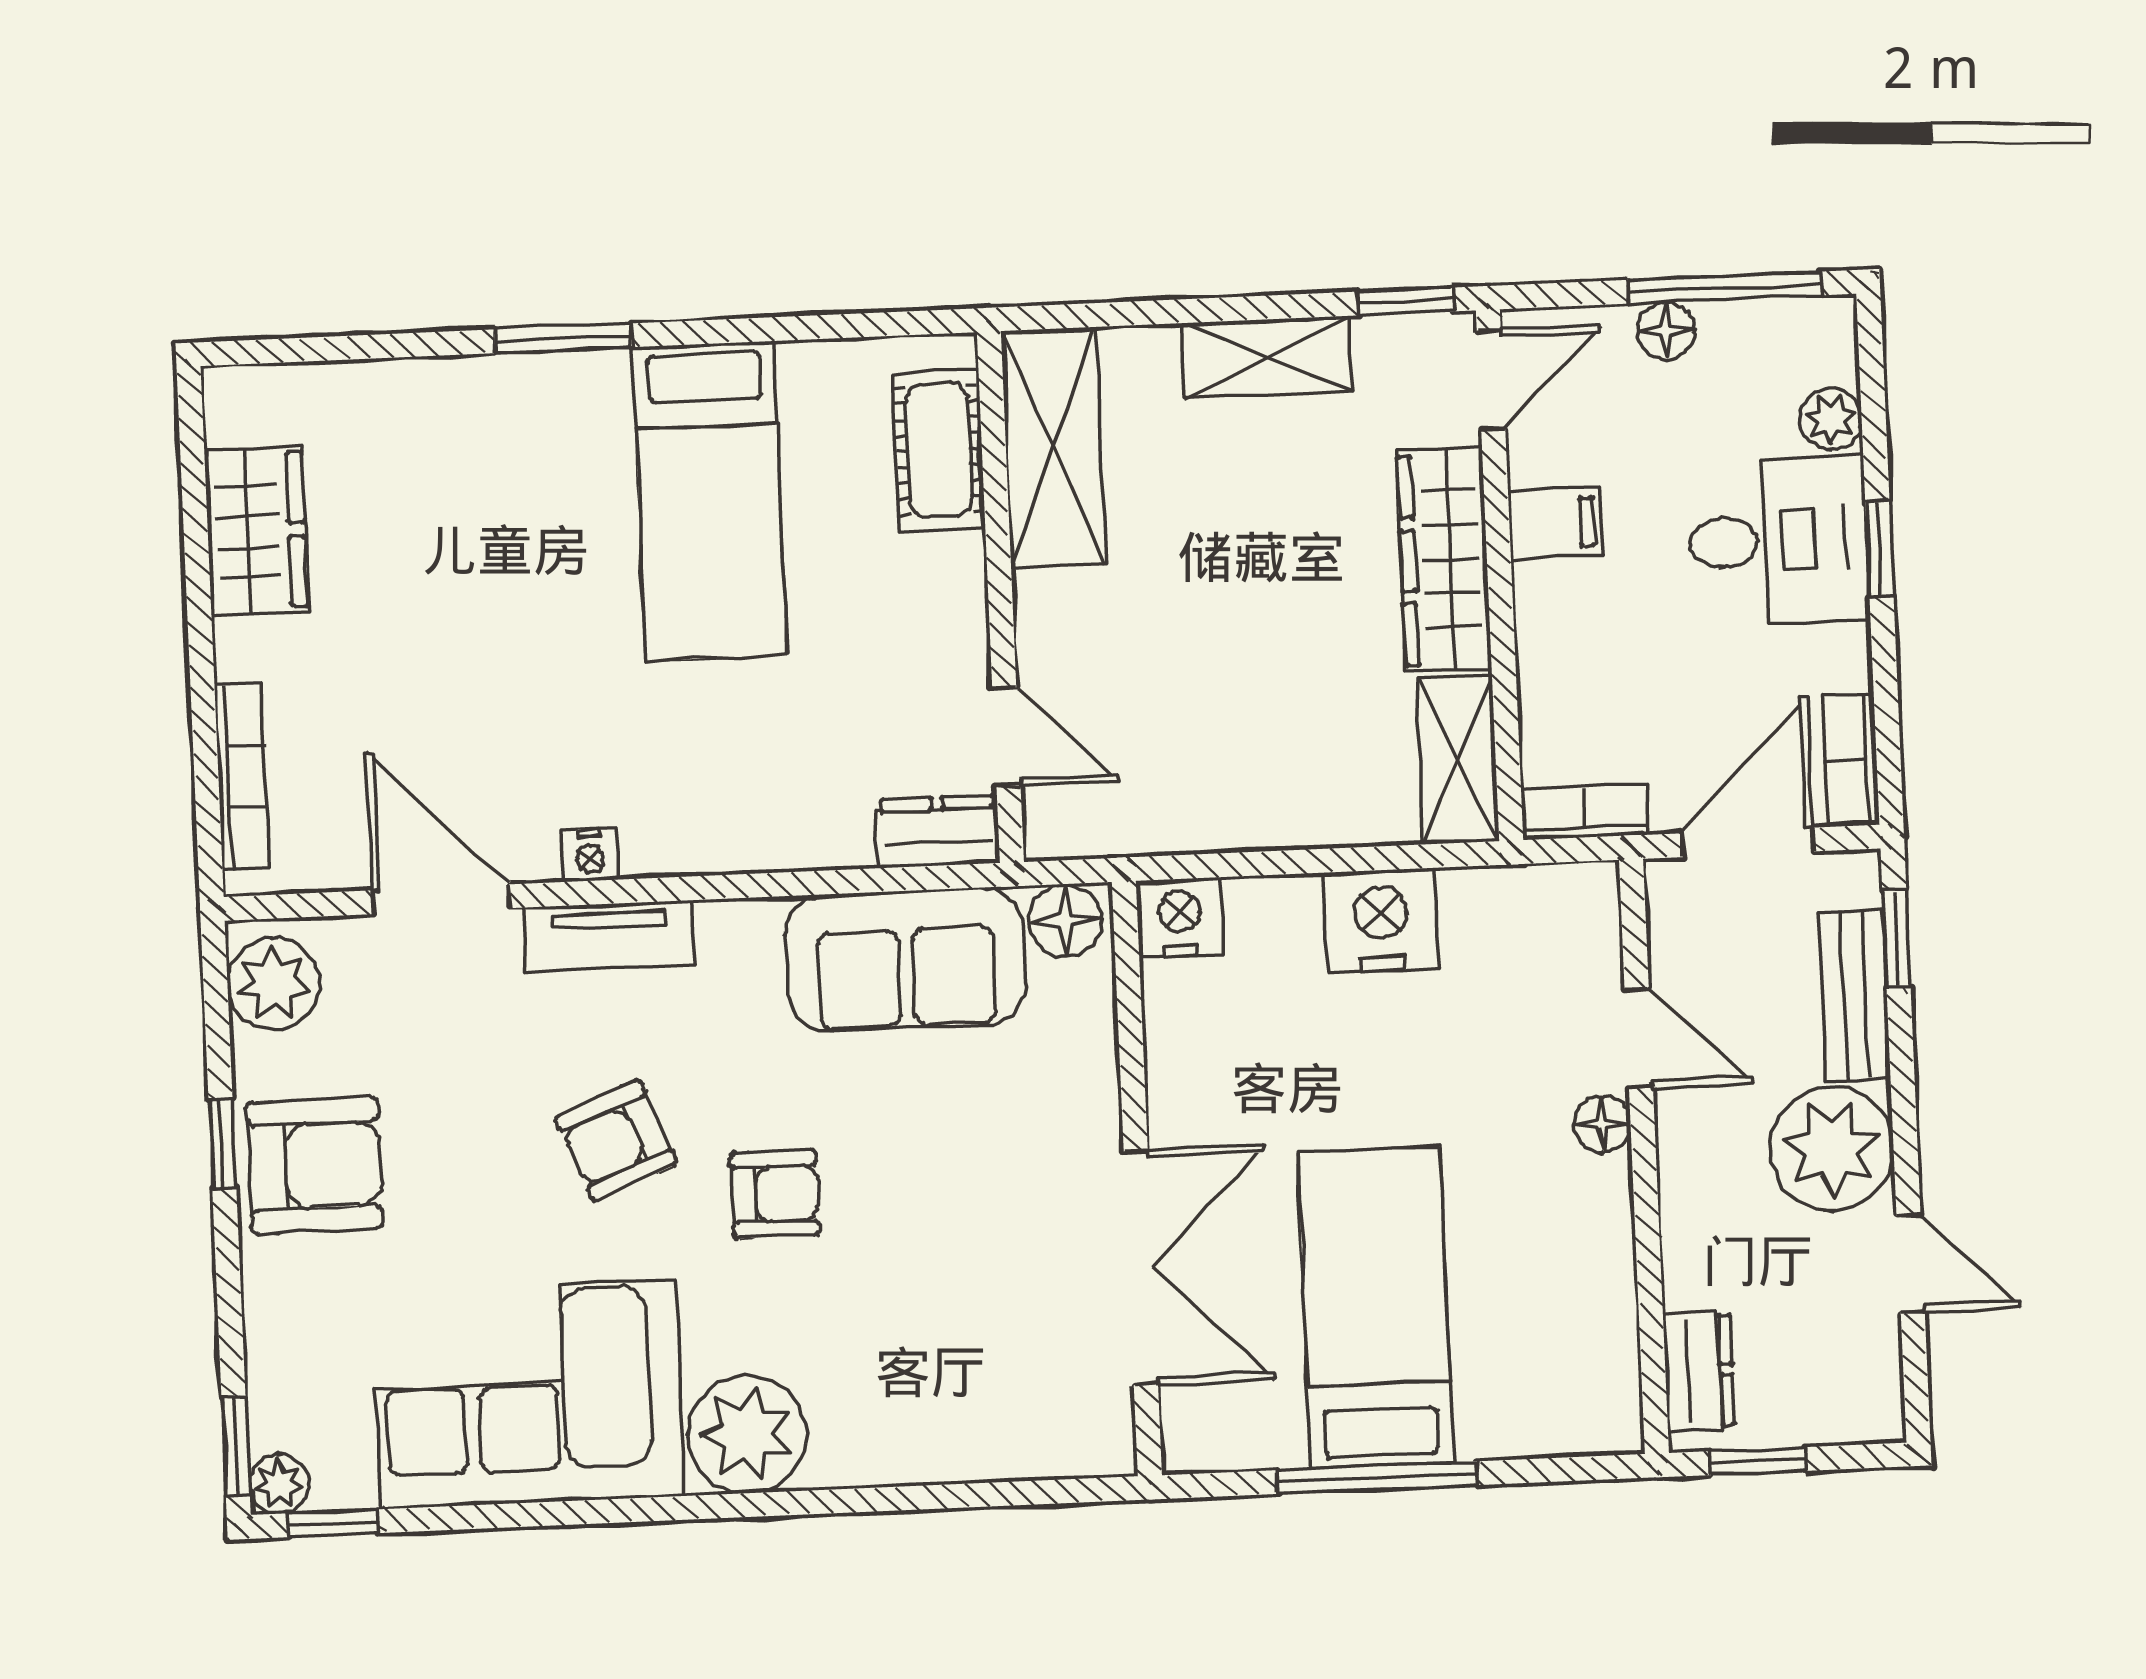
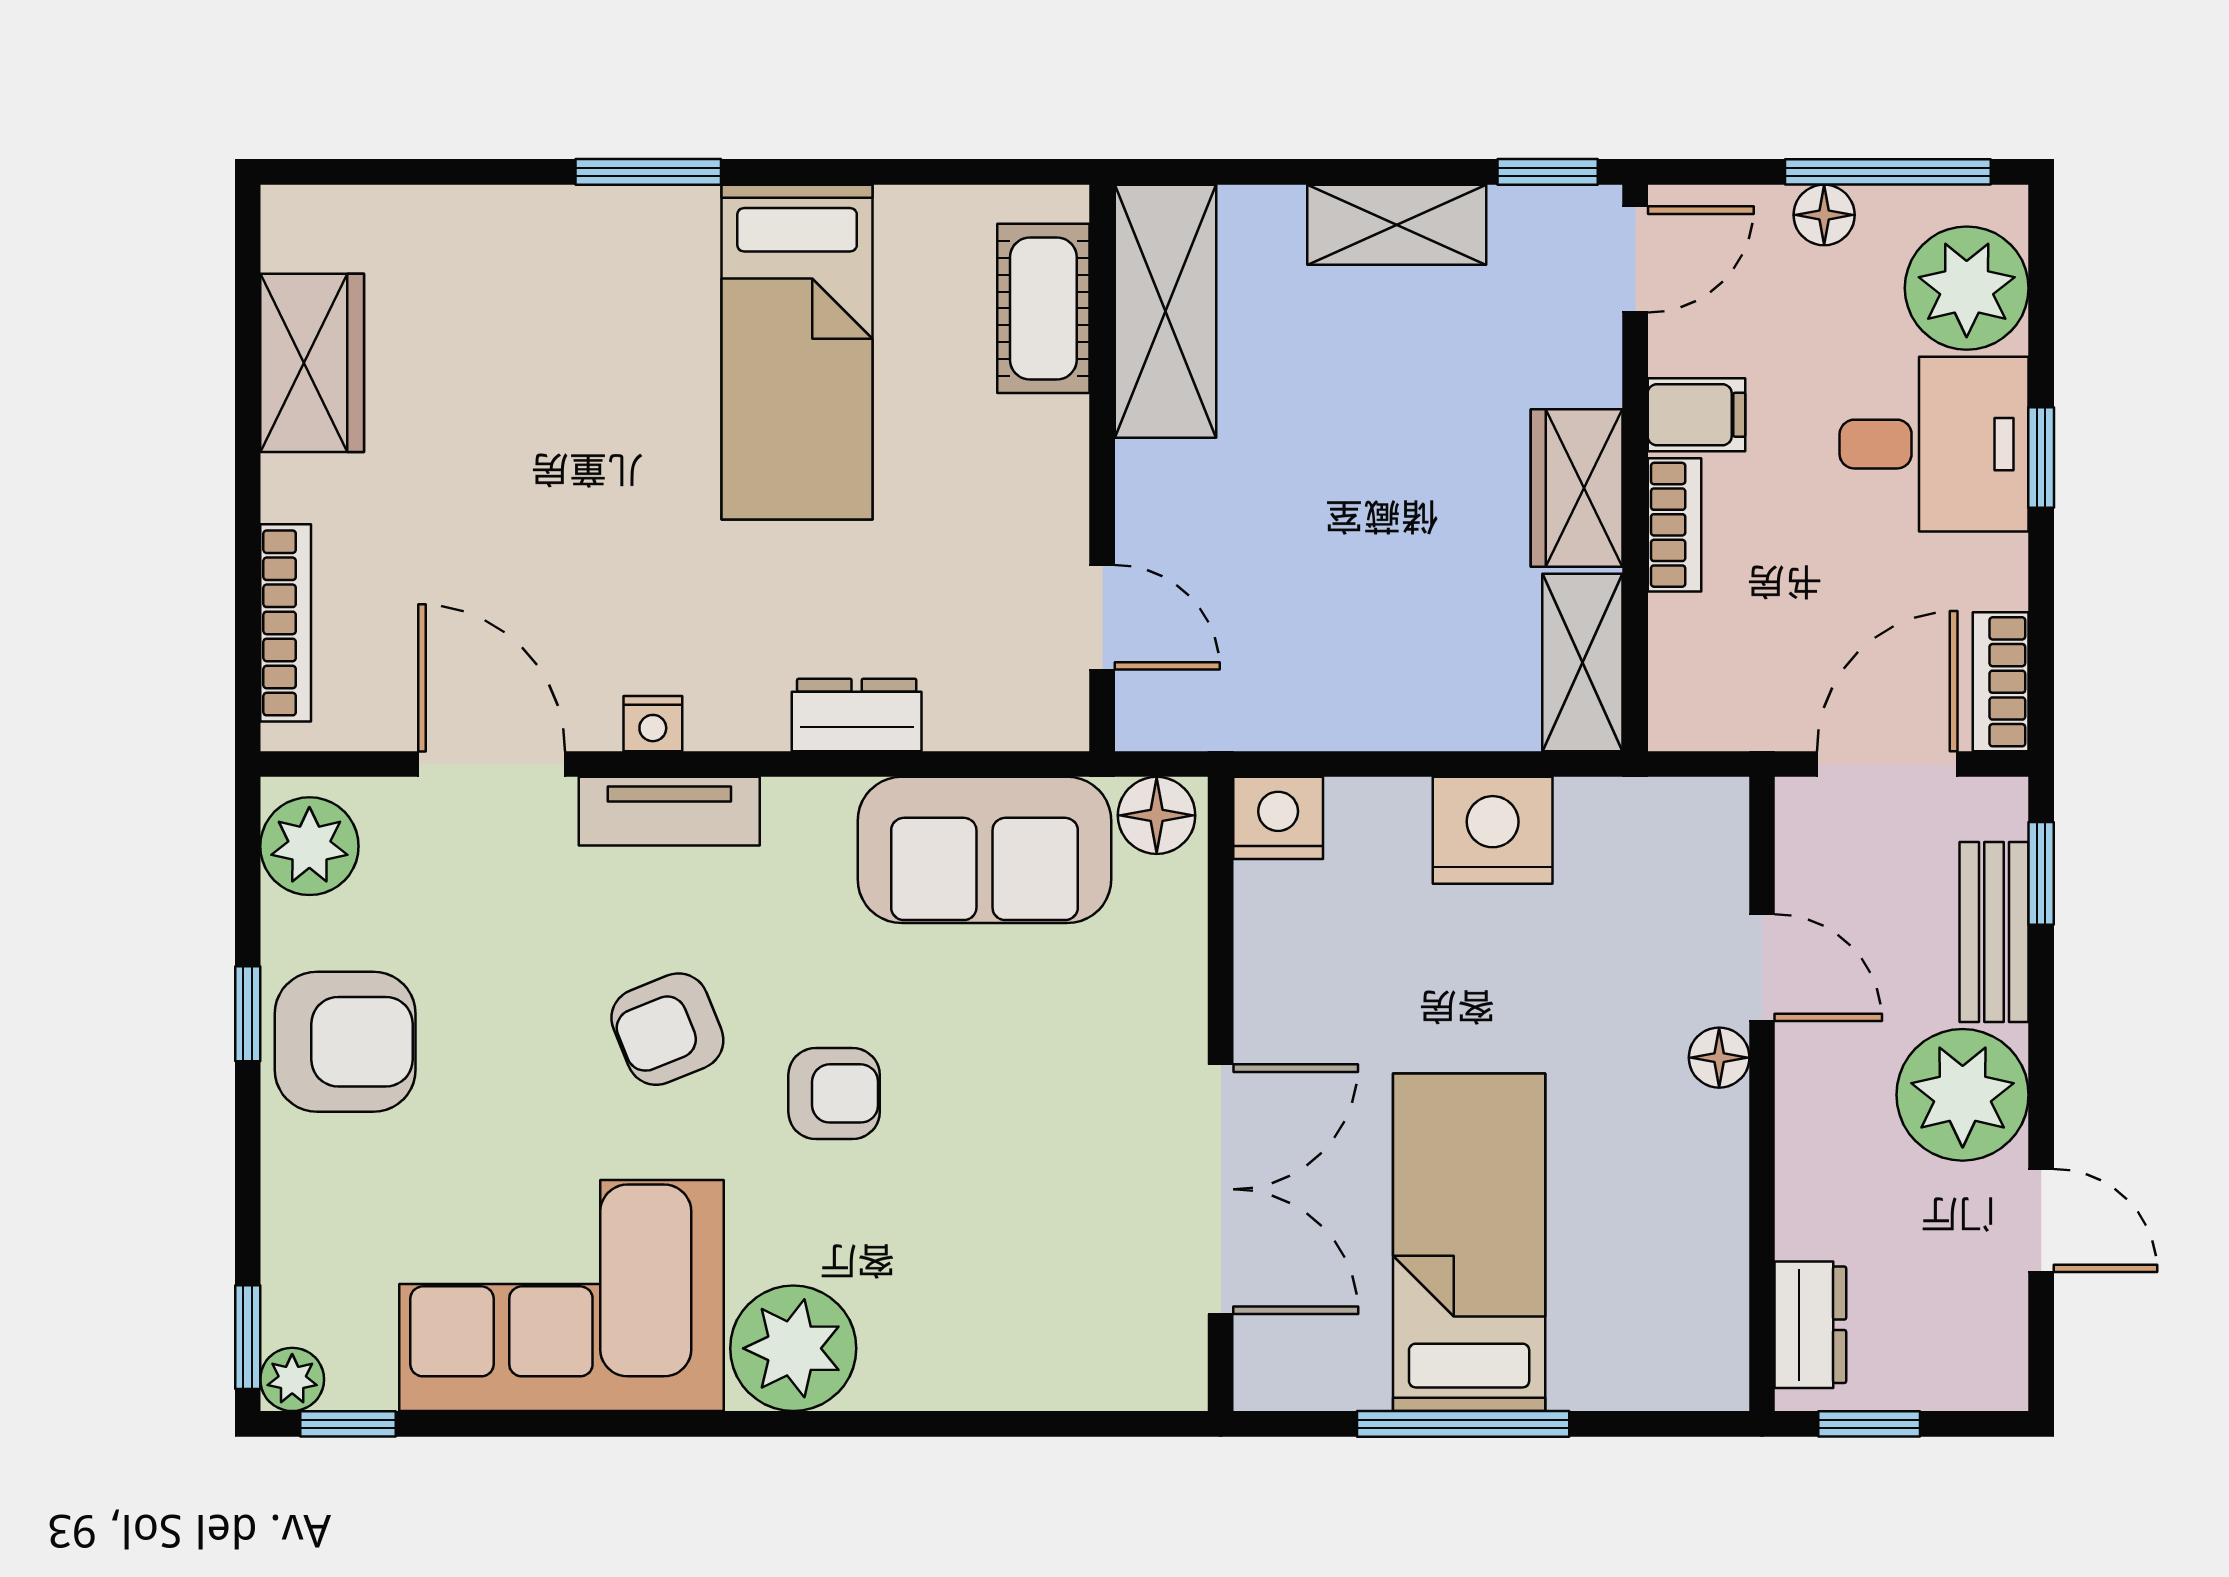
plant: (1831, 419) -> (1967, 288), width x1.88, depth x1.88
wardrobe: (1444, 559) -> (1577, 488), width x0.67
bookcase: (1584, 812) -> (1675, 525), moved, turned 90
dresser: (938, 832) -> (857, 715), moved

